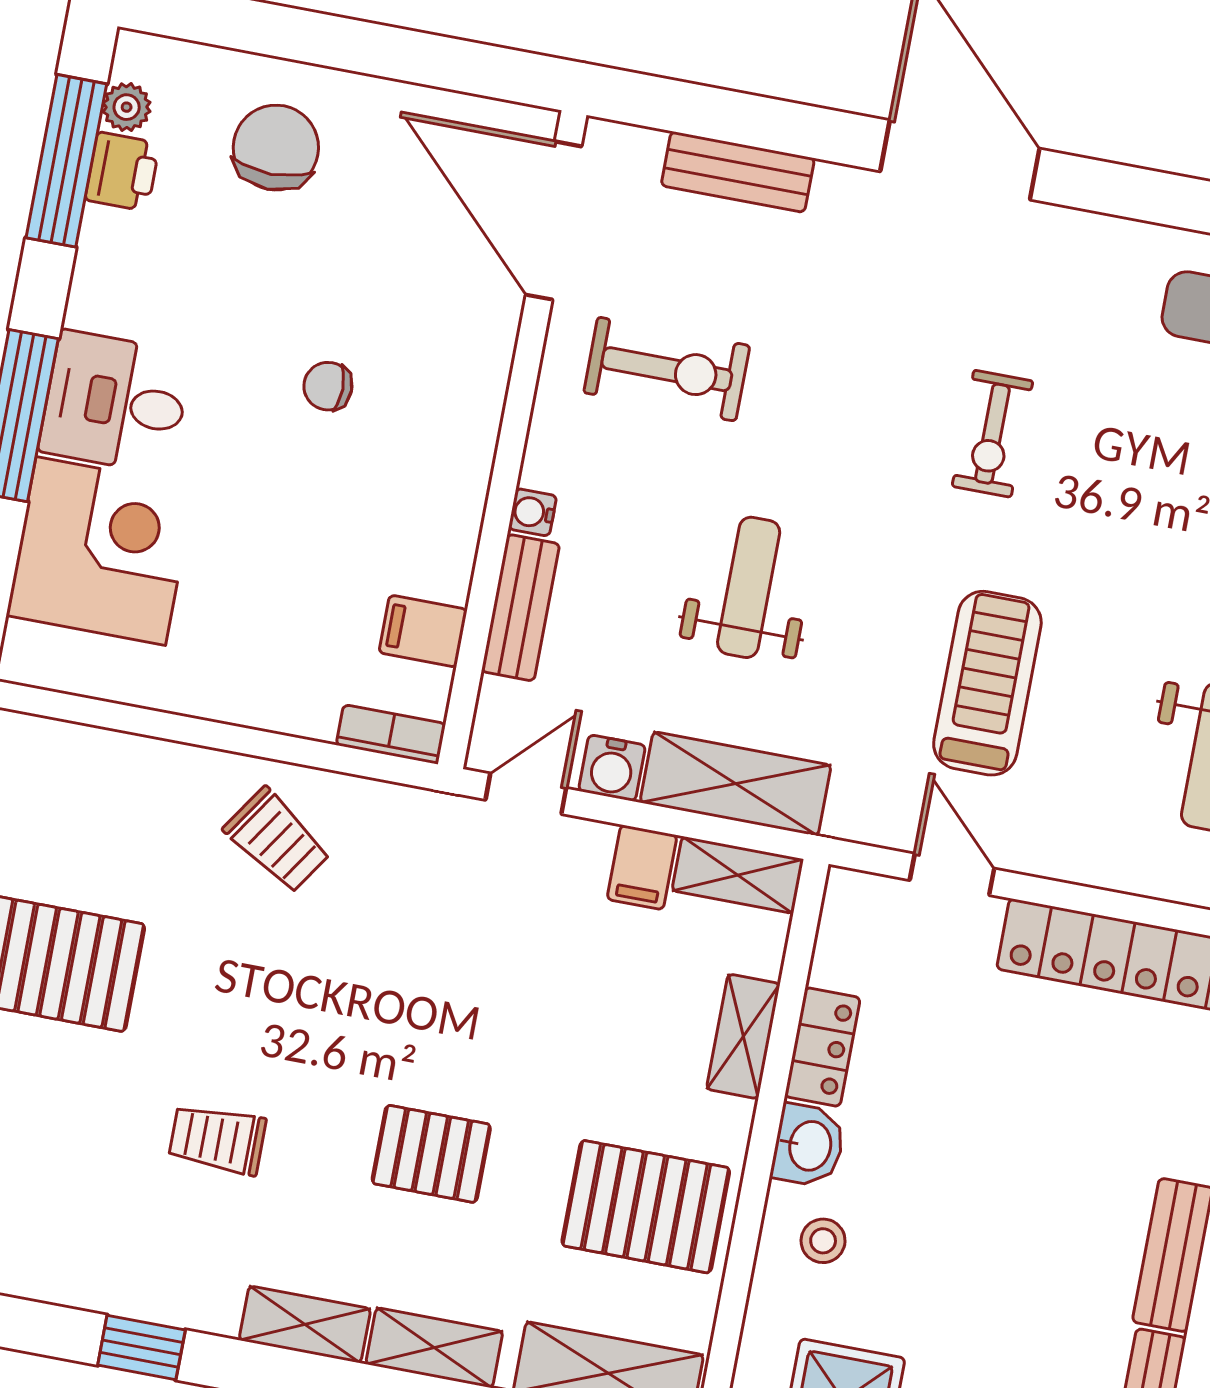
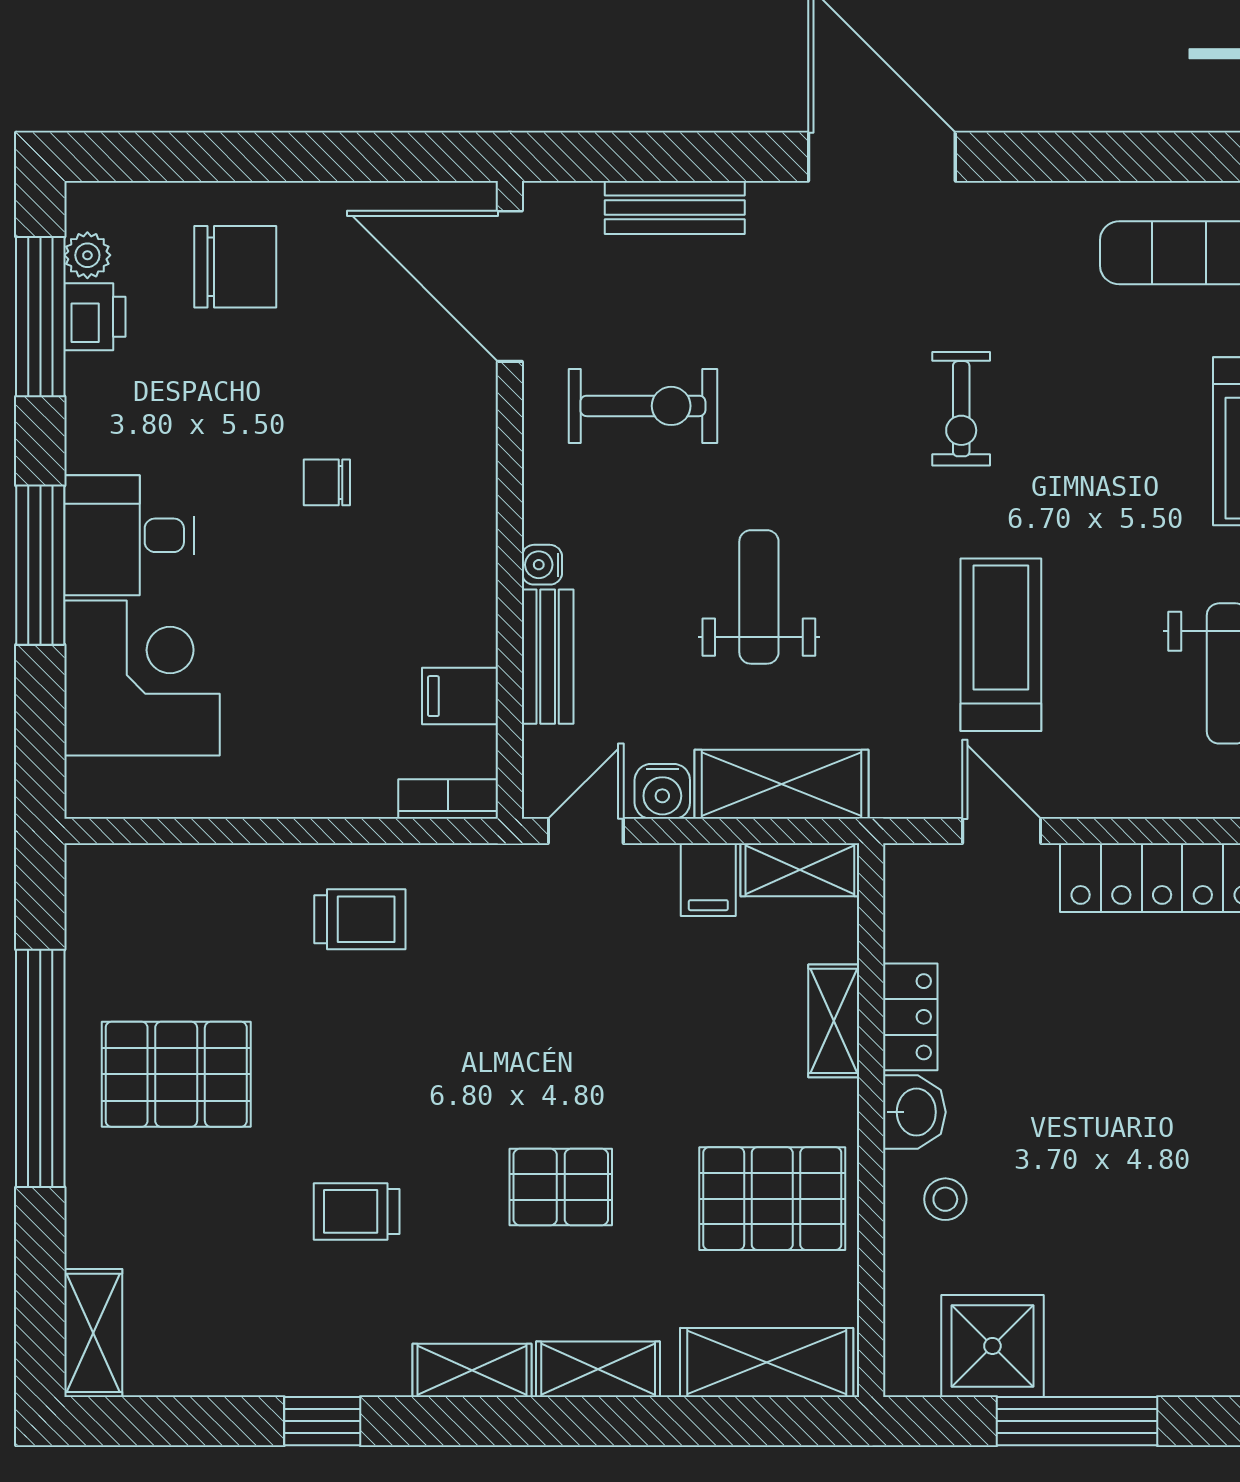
chair: (276, 148) -> (235, 267), turned 90
trolley: (277, 840) -> (360, 919), turned -34

